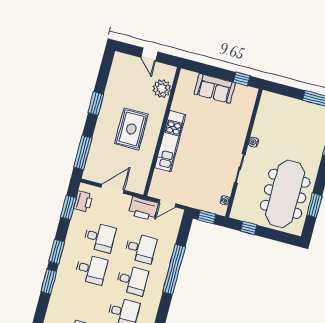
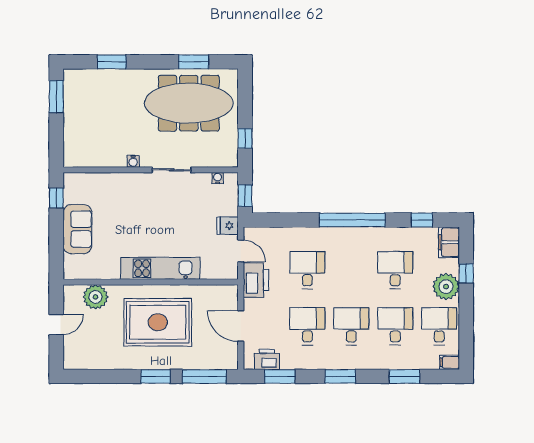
window: (96, 104) -> (156, 376), moved
rug: (131, 129) -> (158, 322), width x1.37, depth x1.44
fridge: (188, 199) -> (228, 226), added
window: (174, 269) -> (352, 220), moved
desk: (132, 280) -> (395, 326), moved
window: (49, 282) -> (405, 376), moved

